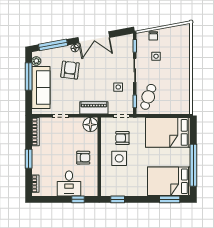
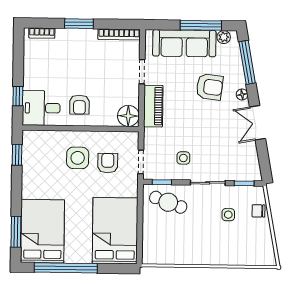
double door: (94, 37) -> (257, 123), width x0.73
piano: (94, 108) -> (153, 106), moved
desk: (69, 183) -> (41, 108), moved

